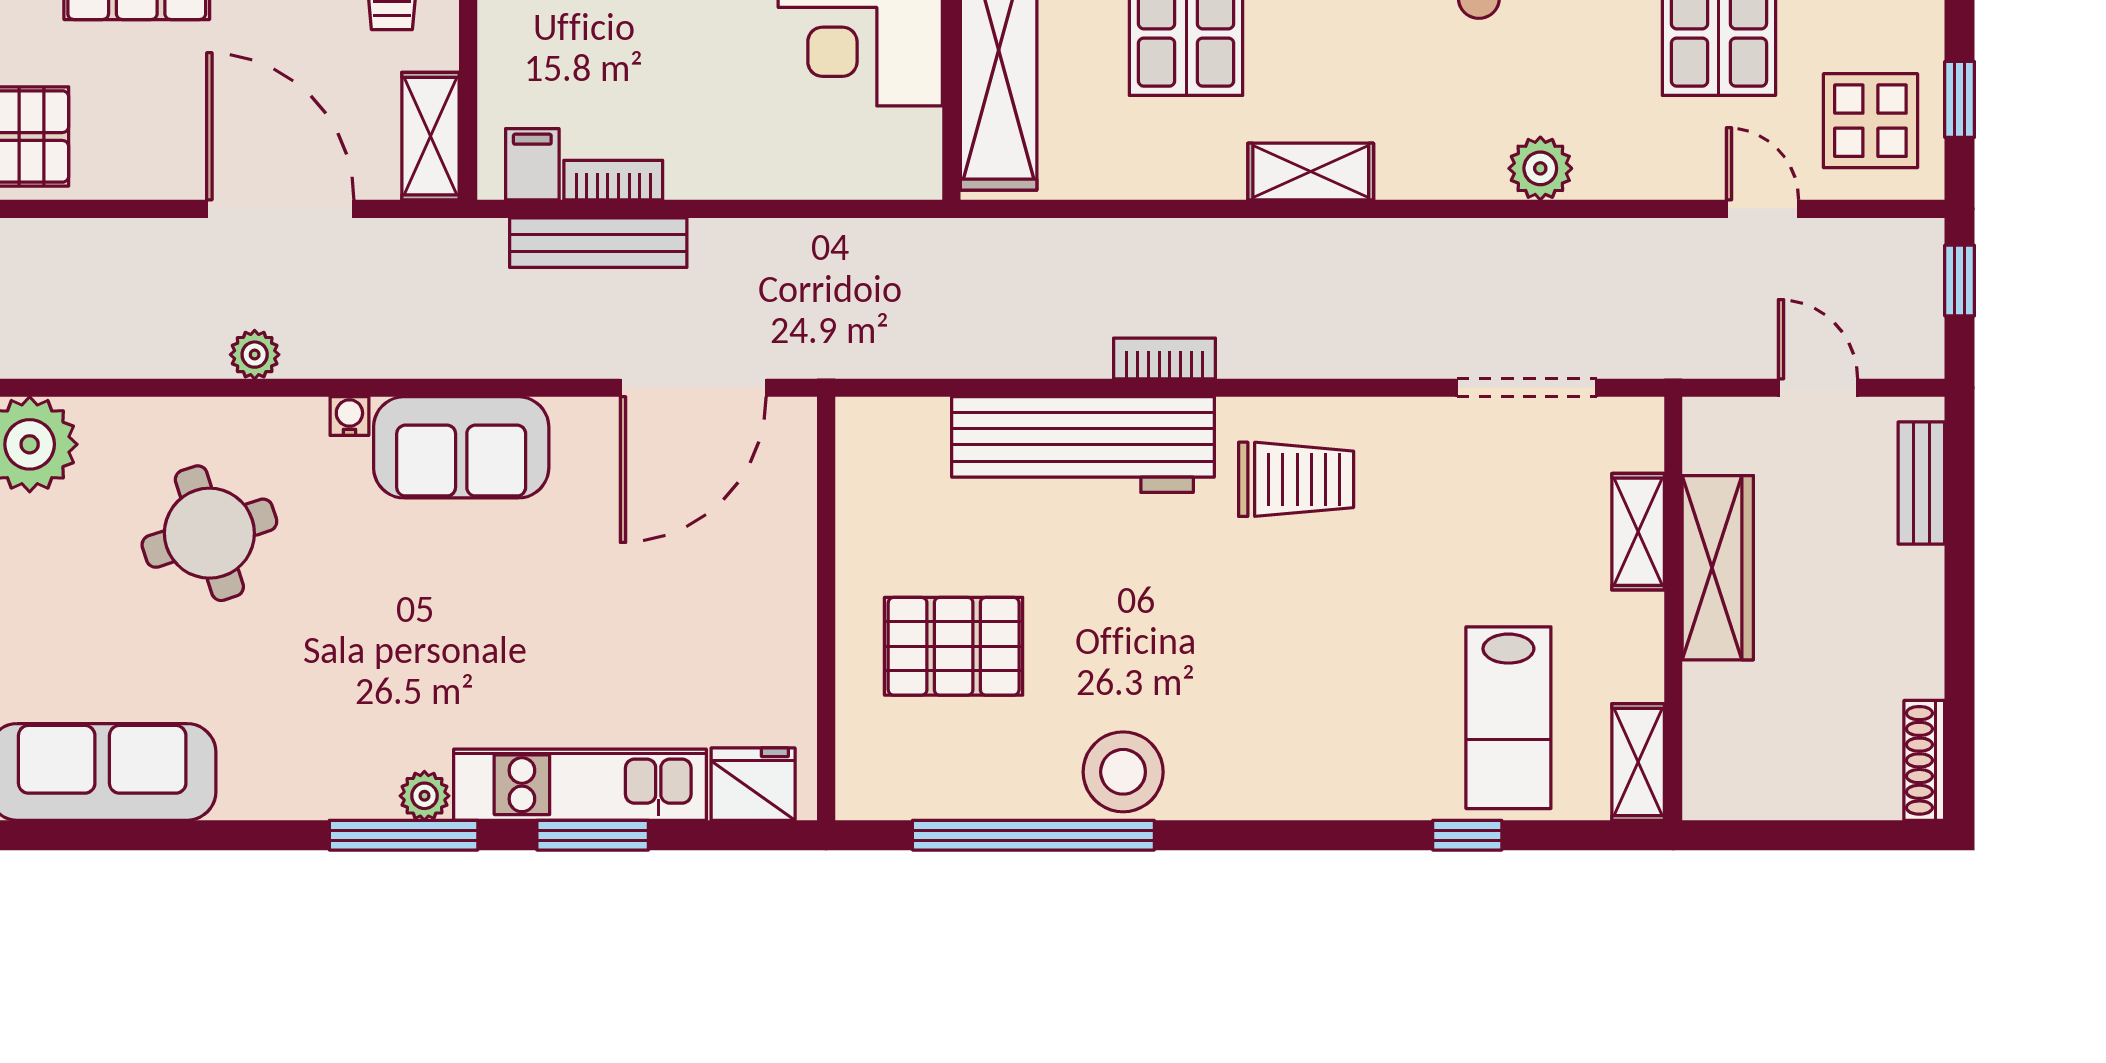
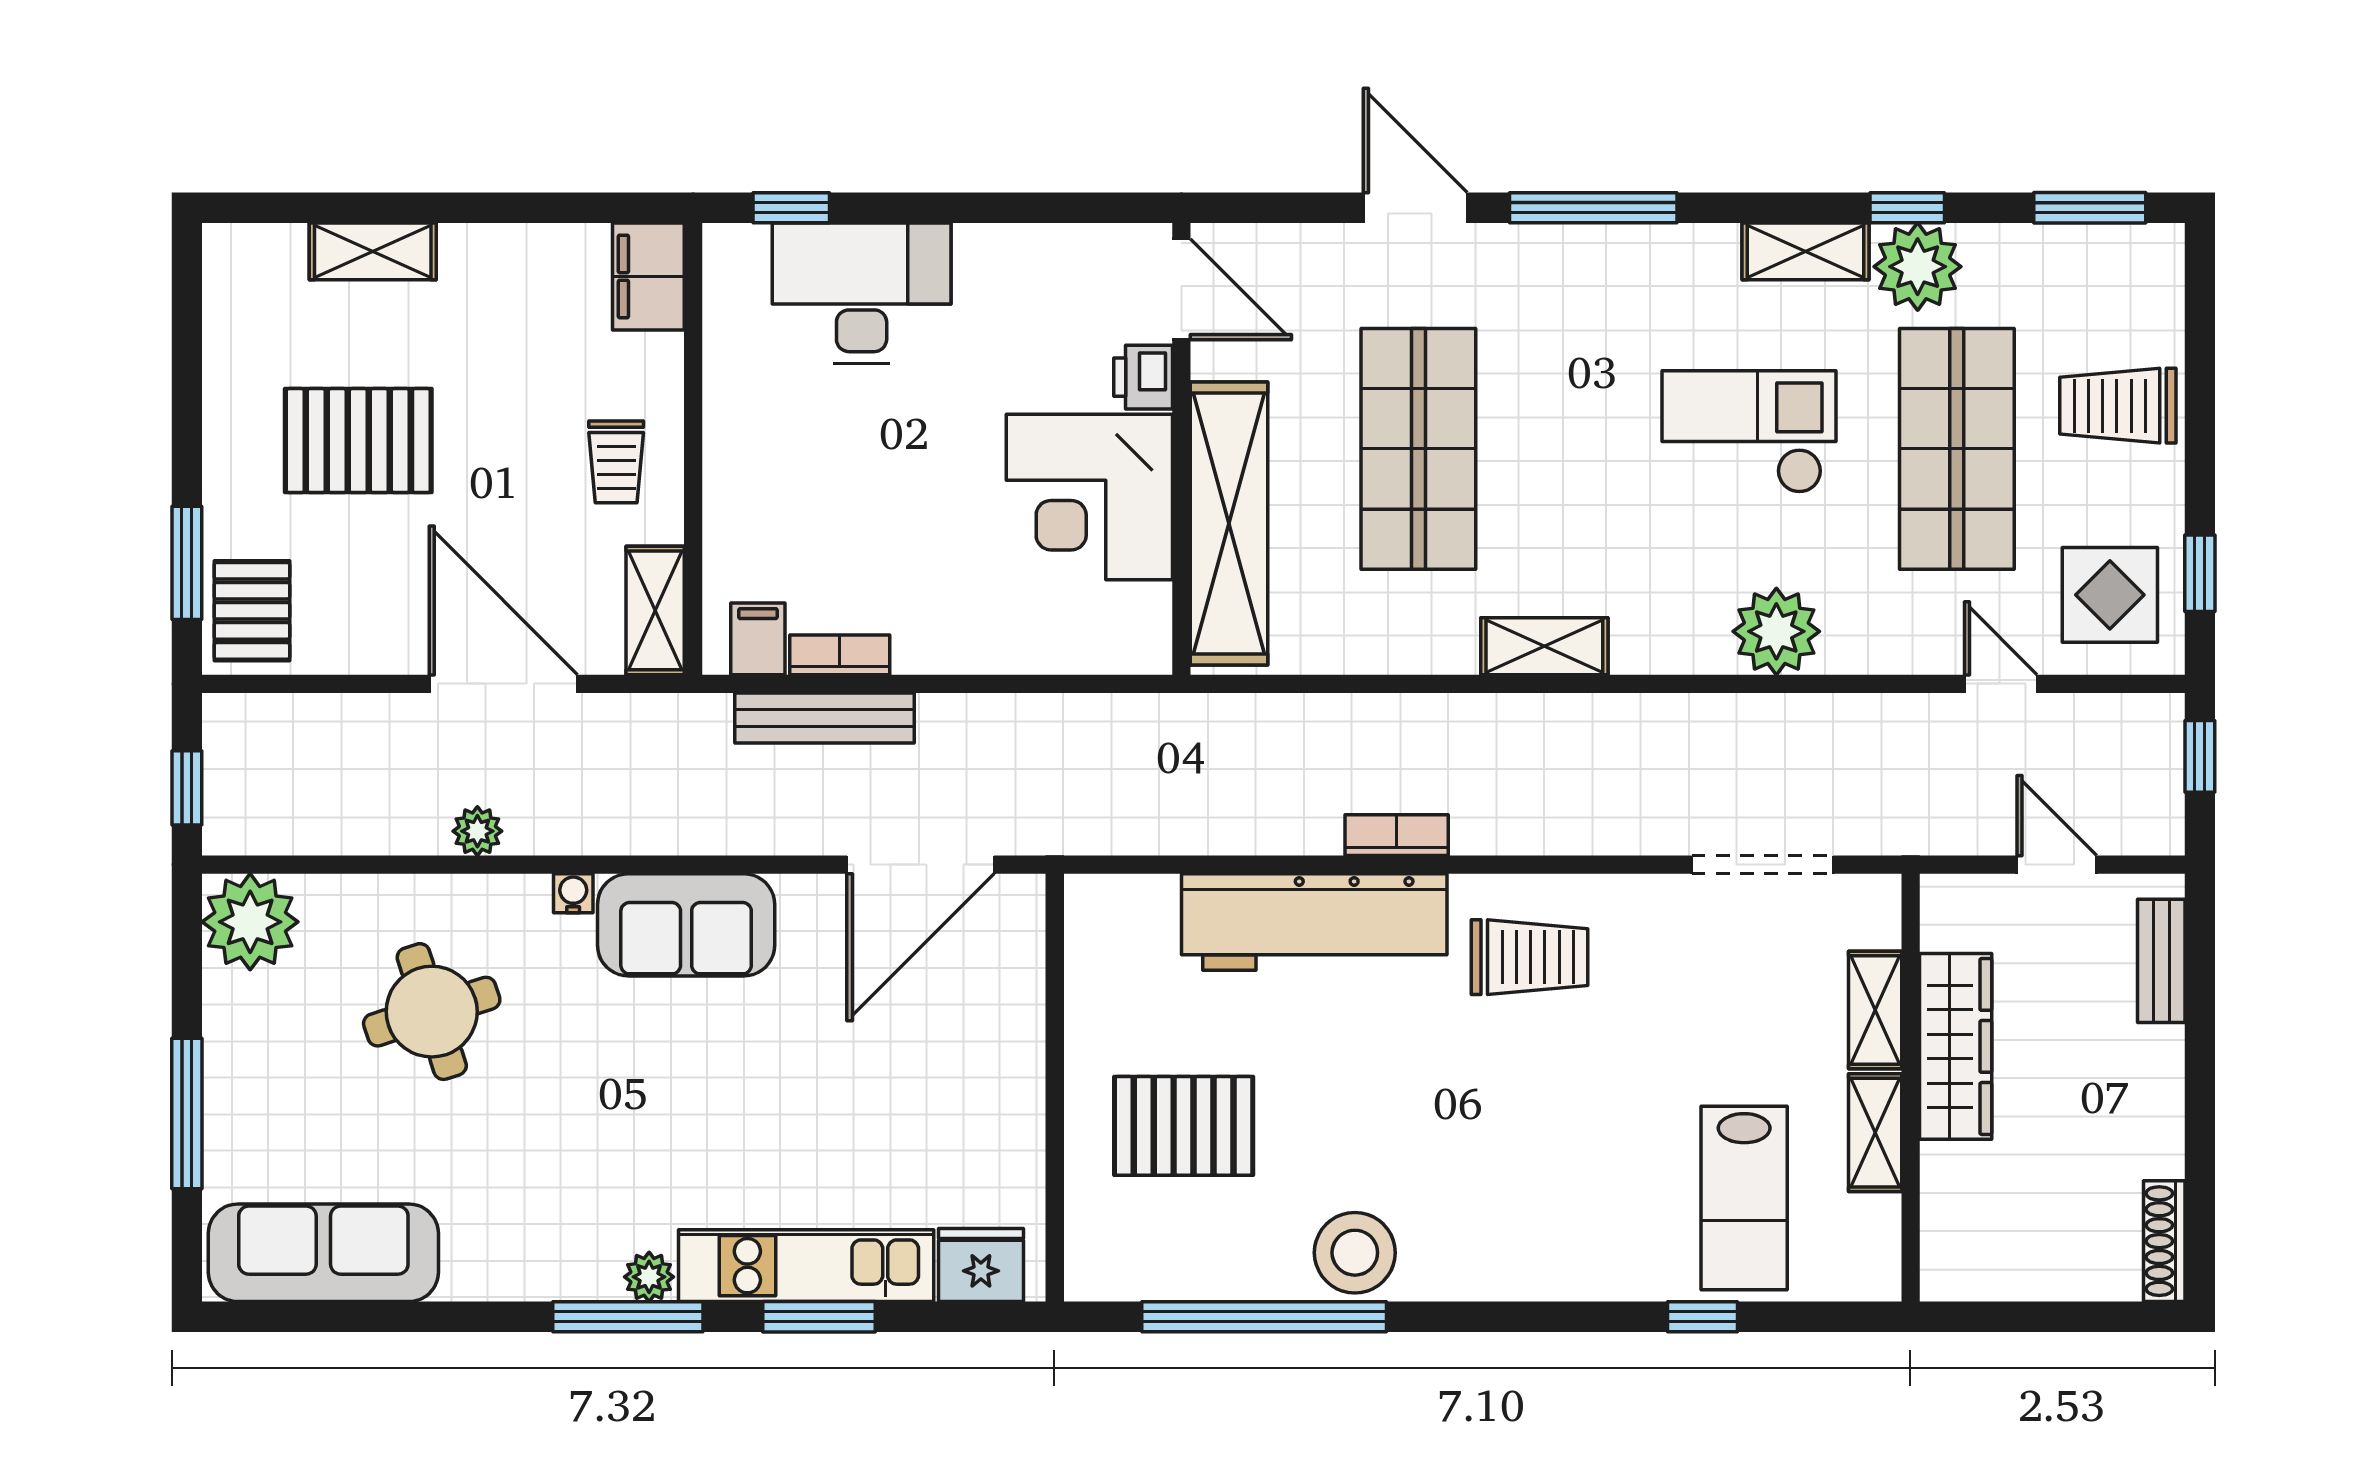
plant: (1540, 168) -> (1776, 631), width x1.36, depth x1.36
shelving: (1638, 762) -> (1875, 1133), moved

